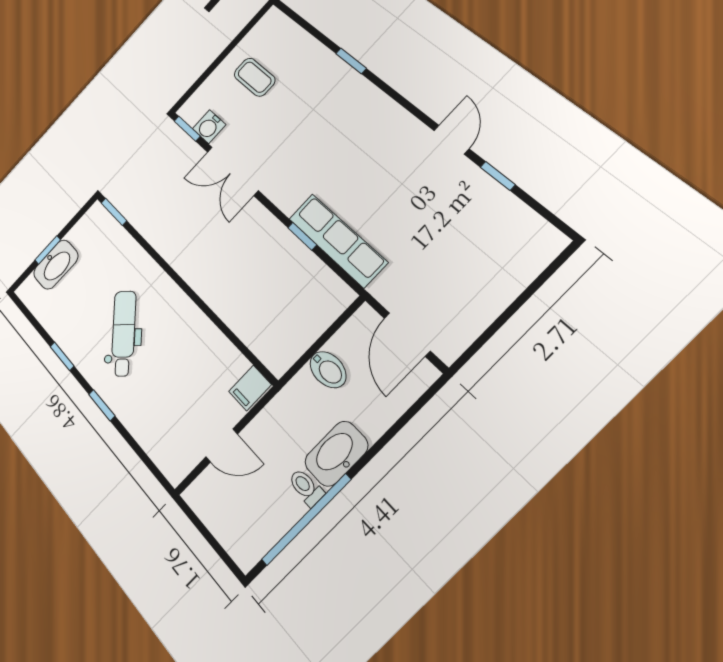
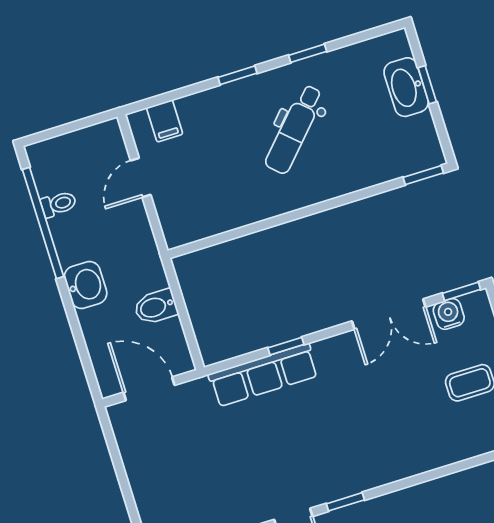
window: (351, 61) -> (345, 502), moved
double door: (232, 171) -> (389, 314), swing flipped
dental chair: (124, 333) -> (294, 129), turned 88
filing cabinet: (250, 388) -> (165, 121), moved, turned 180
washbasin: (336, 454) -> (86, 285), width x0.72
toilet: (306, 487) -> (59, 204), moved

